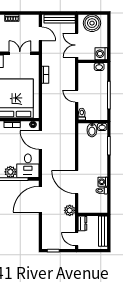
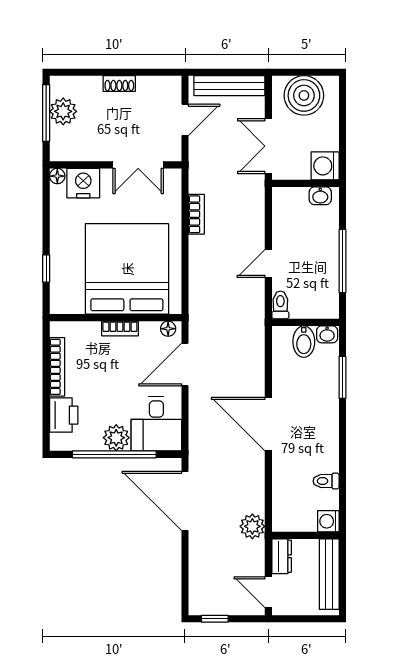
door: (40, 34) -> (185, 120), hinge flipped
double door: (20, 53) -> (138, 165), swing flipped
door: (77, 96) -> (268, 263), hinge flipped
door: (40, 140) -> (185, 365), hinge flipped
door: (77, 182) -> (268, 424), moved
washing machine: (103, 182) -> (328, 521), moved
door: (40, 199) -> (185, 501), hinge flipped

